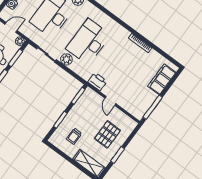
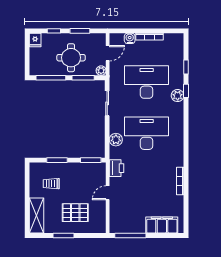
door: (11, 27) -> (108, 53), hinge flipped
plant: (66, 59) -> (116, 140), moved

